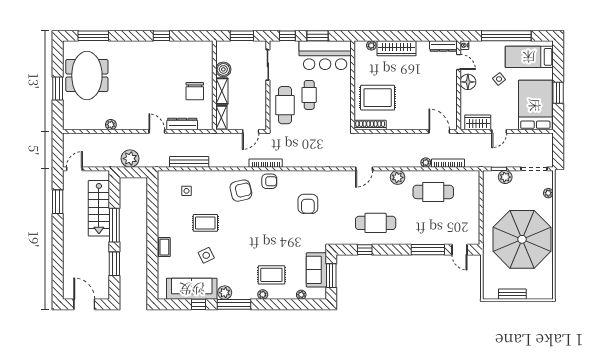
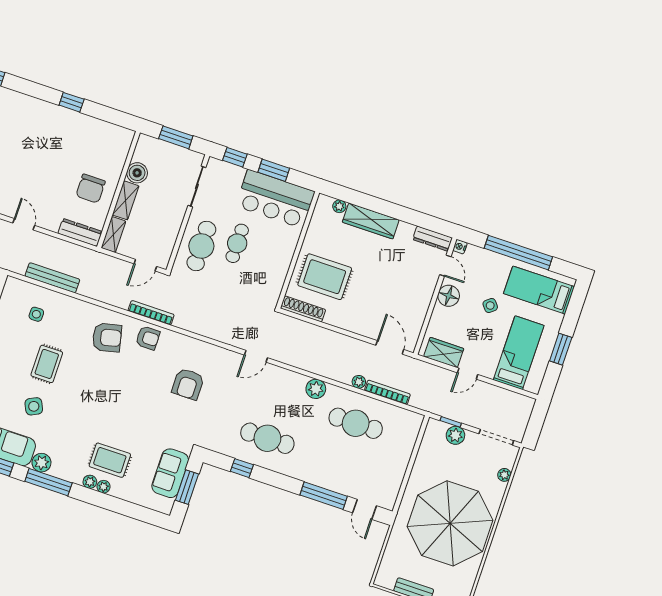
bed: (535, 105) -> (519, 353), width x0.67
dresser: (182, 124) -> (80, 232), moved
door: (364, 169) -> (256, 356), moved
rug: (205, 223) -> (47, 364), turned 90
plant: (301, 295) -> (104, 487), moved

